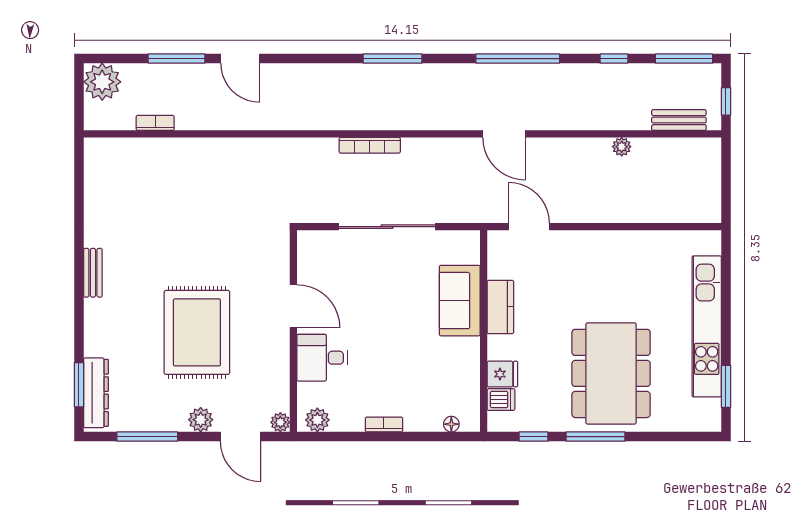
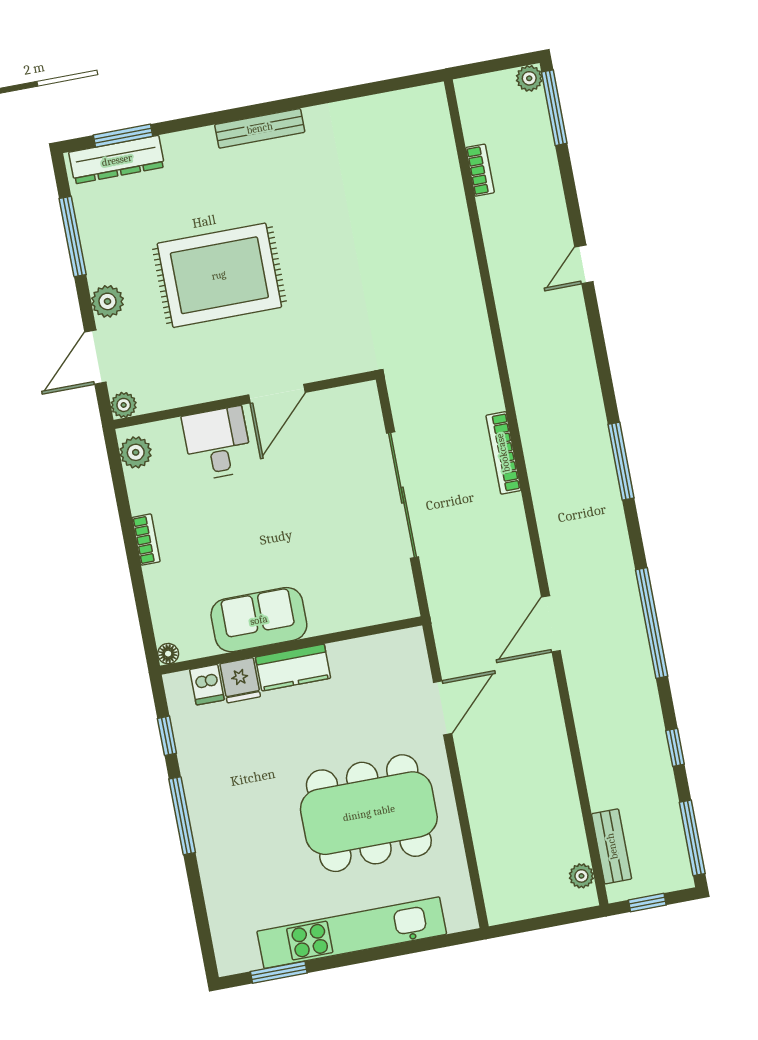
window: (177, 59) -> (554, 108), moved
door: (240, 59) -> (584, 264), width x0.73
plant: (102, 82) -> (529, 78), width x0.53, depth x0.53
plant: (622, 147) -> (581, 876), moved
door: (529, 227) -> (443, 708), moved
bench: (93, 273) -> (260, 128), width x1.36
sofa: (460, 301) -> (259, 620), moved
kitchen counter: (500, 307) -> (293, 668), moved
dining table: (611, 373) -> (369, 813), moved
floor lamp: (451, 424) -> (168, 654), moved

